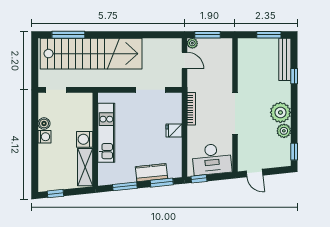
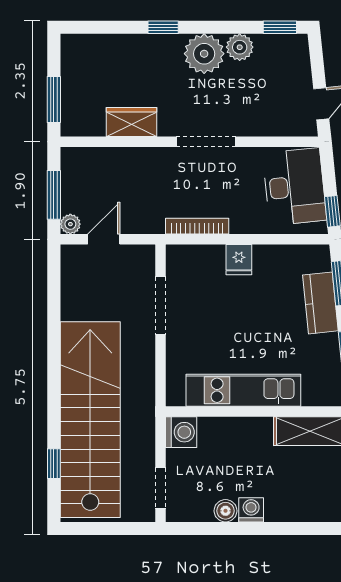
window: (68, 35) -> (54, 464), width x0.46
window: (269, 35) -> (54, 99), moved
bench: (285, 59) -> (101, 45), removed
wardrobe: (245, 75) -> (131, 122), added
window: (294, 76) -> (163, 27), moved
doorway: (235, 113) -> (206, 142), width x0.73
washing machine: (85, 139) -> (181, 432), moved, turned -90

